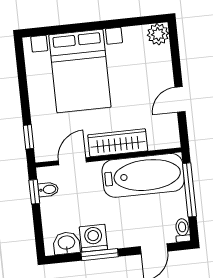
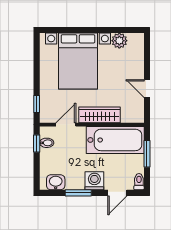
plant: (158, 34) -> (119, 41), moved
door: (180, 99) -> (147, 89), hinge flipped
window: (189, 190) -> (147, 154), width x0.69
washing machine: (93, 238) -> (94, 181), moved

